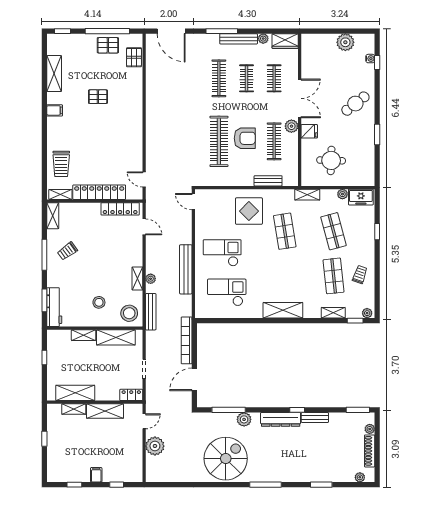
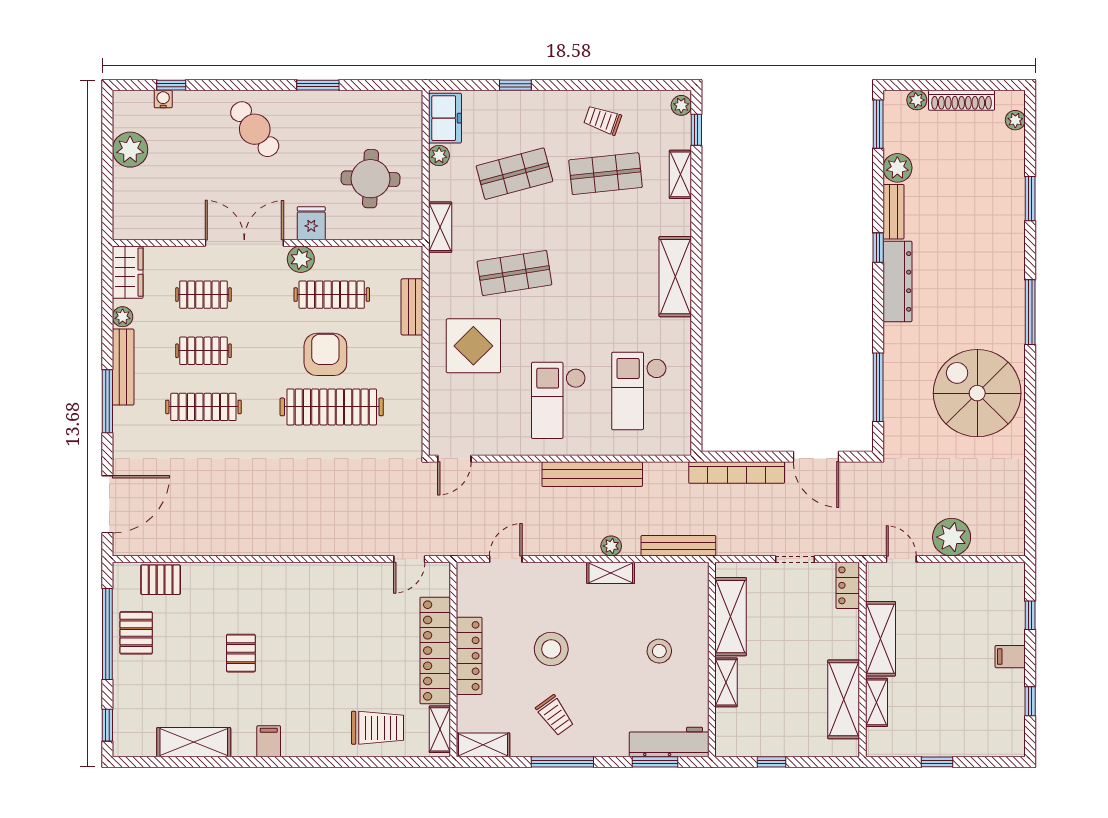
locker: (120, 209) -> (469, 656), moved
stool: (129, 313) -> (551, 649), moved
plant: (244, 419) -> (897, 168), moved

